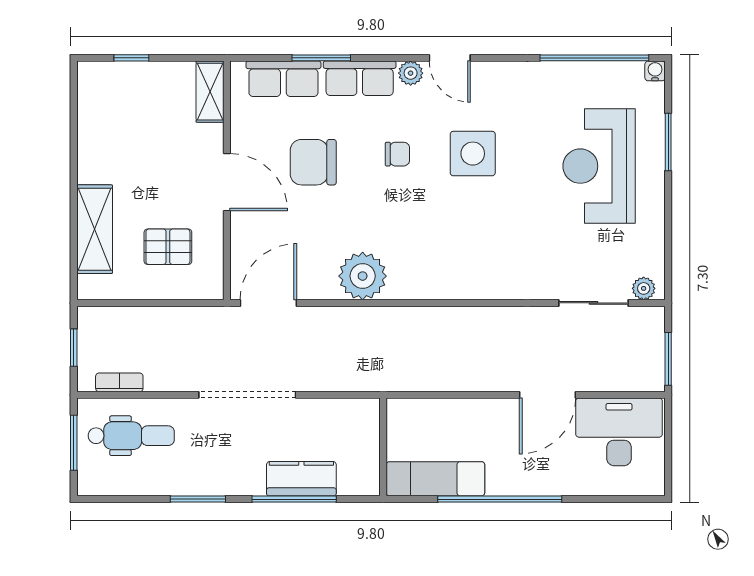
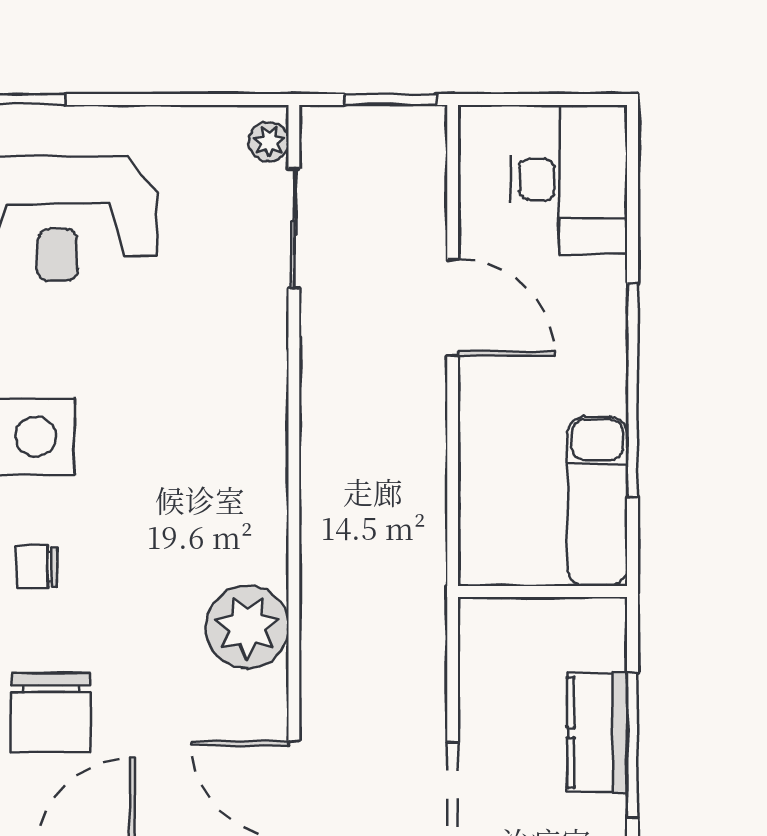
chair: (397, 154) -> (37, 567), turned -90
desk: (619, 432) -> (569, 179), moved, turned 180

